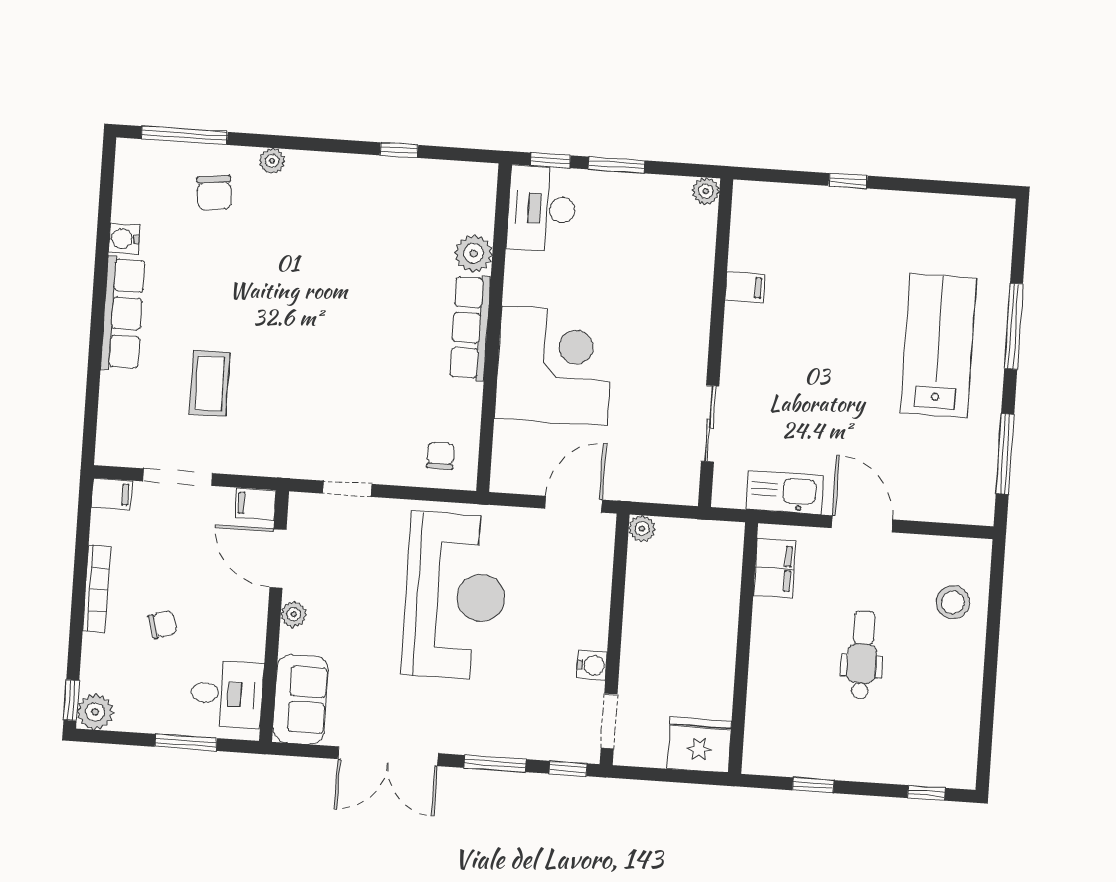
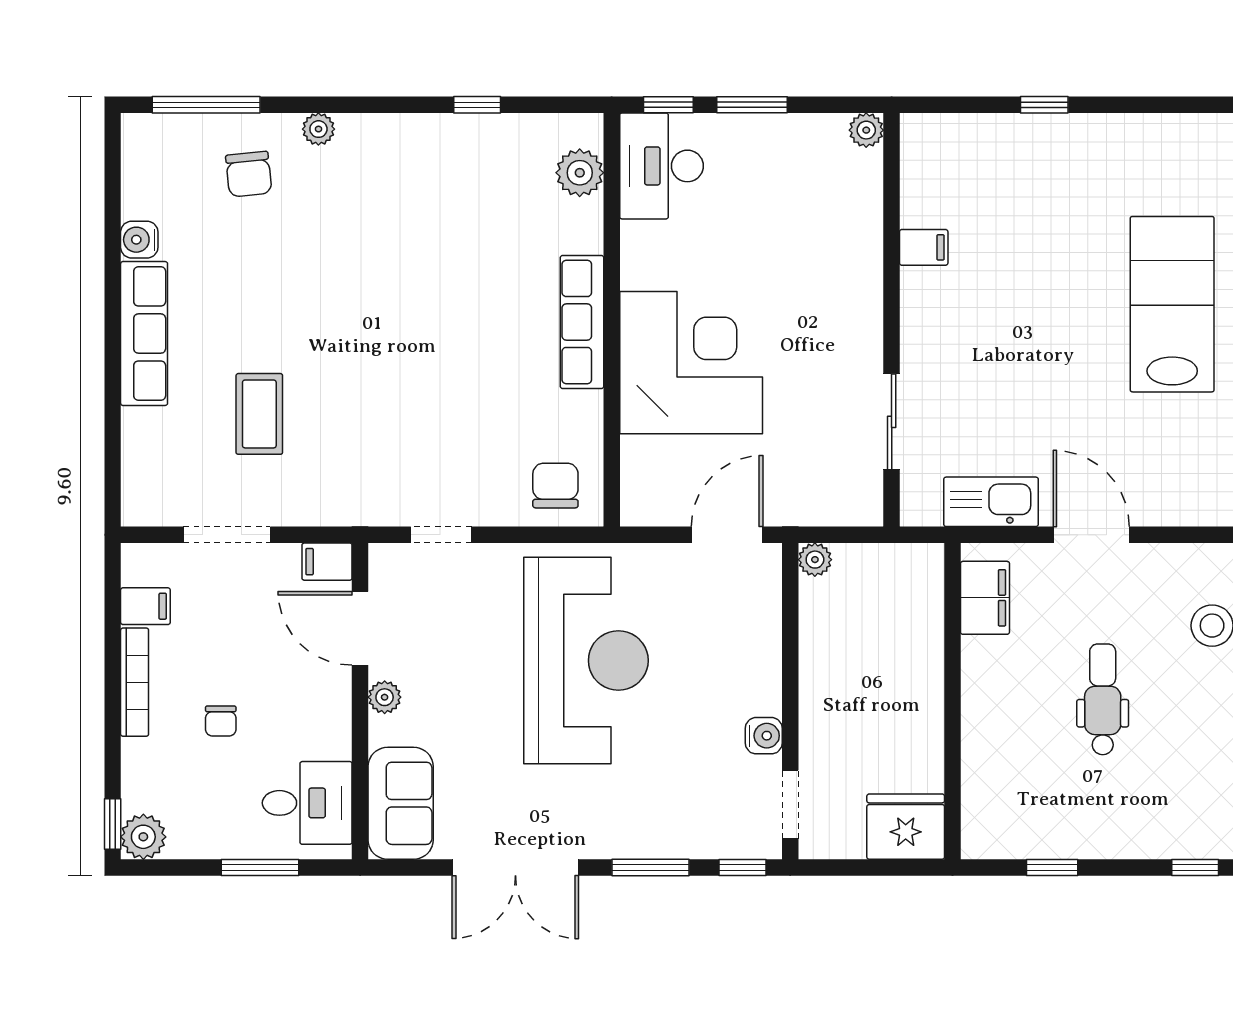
plant: (474, 254) -> (580, 173), moved
chair: (440, 456) -> (555, 486), width x1.37, depth x1.37
filing cabinet: (112, 494) -> (145, 606), moved
chair: (163, 624) -> (221, 721), turned 108

